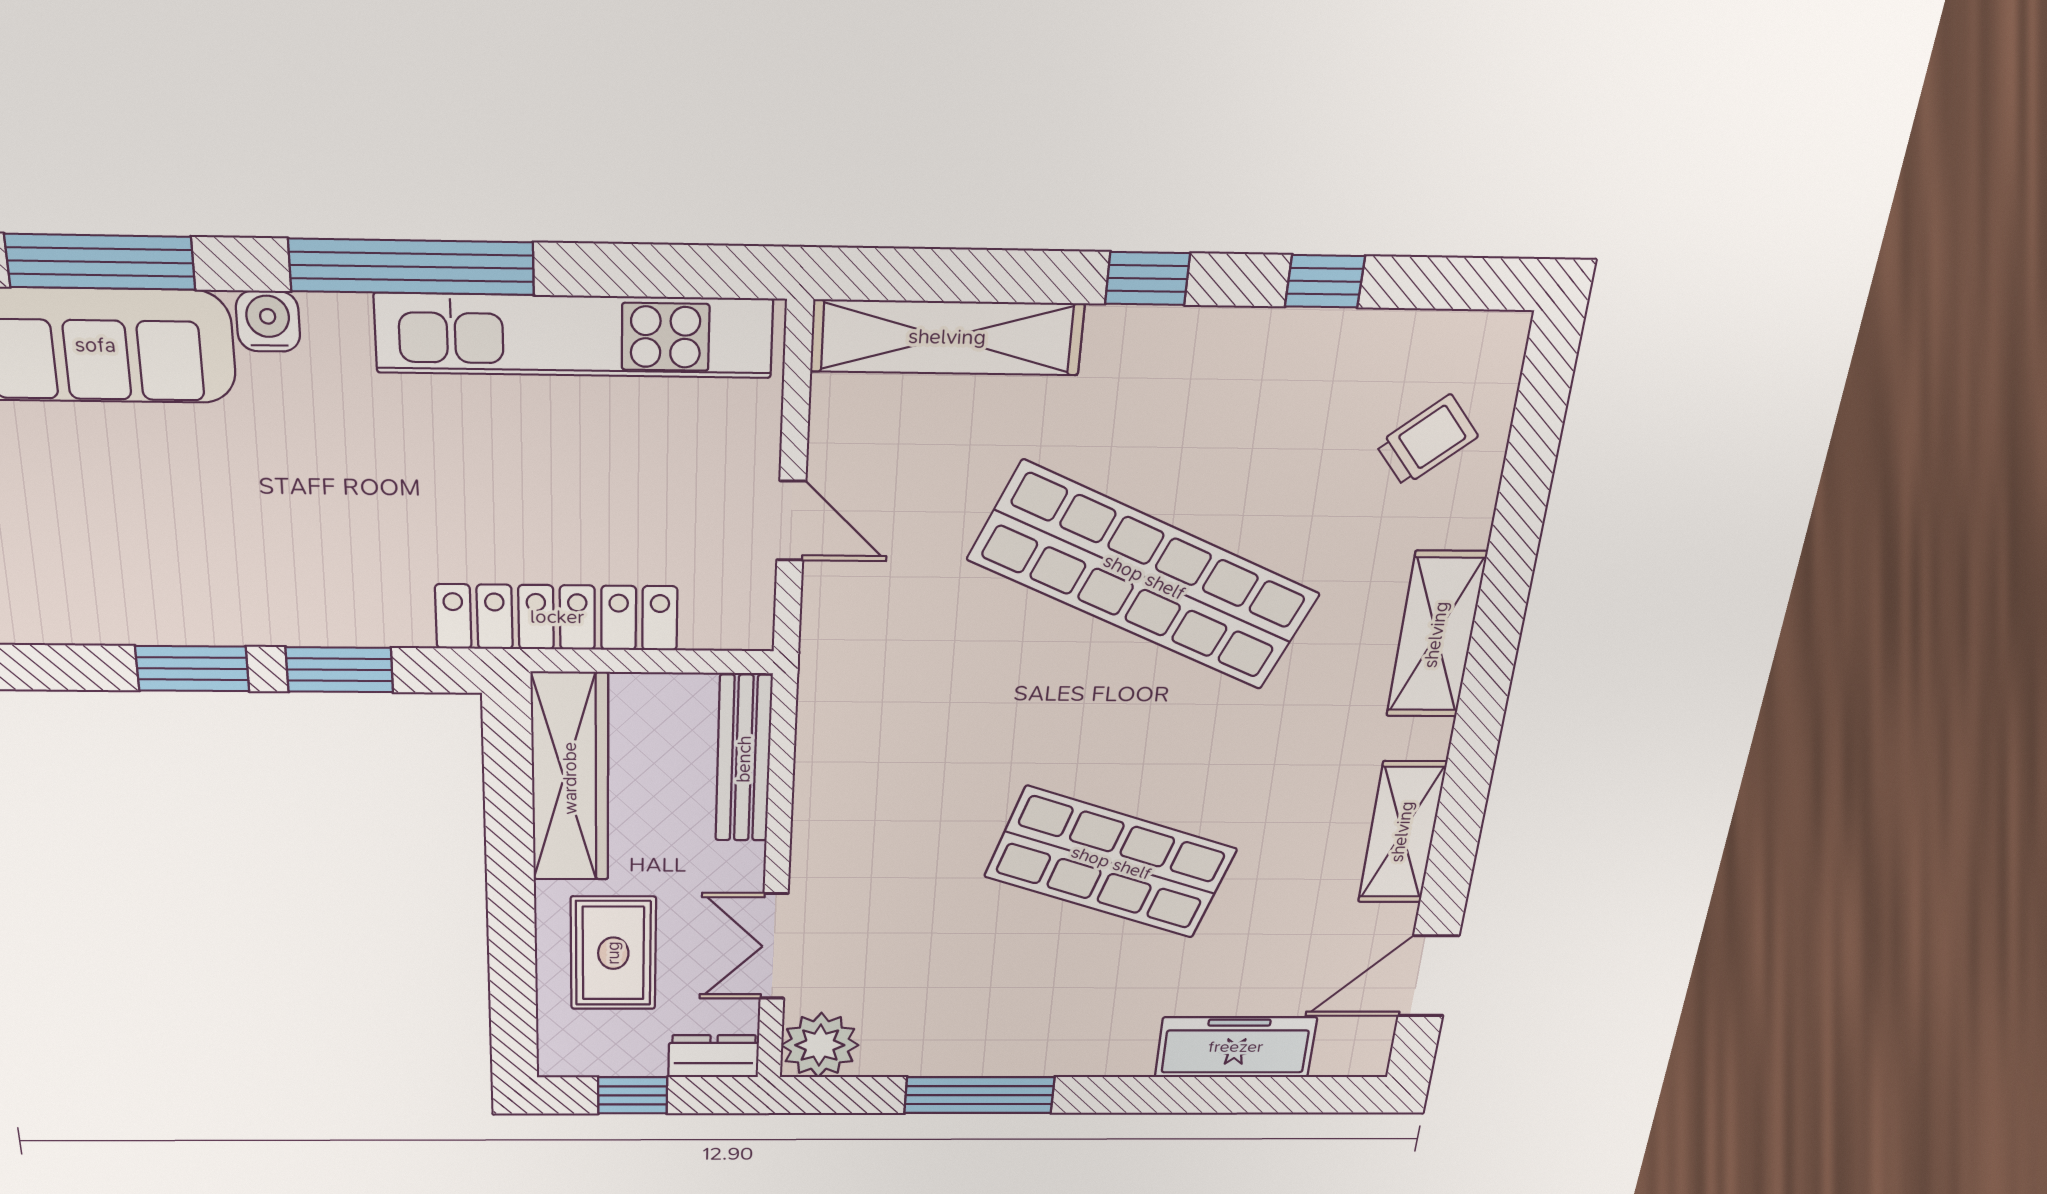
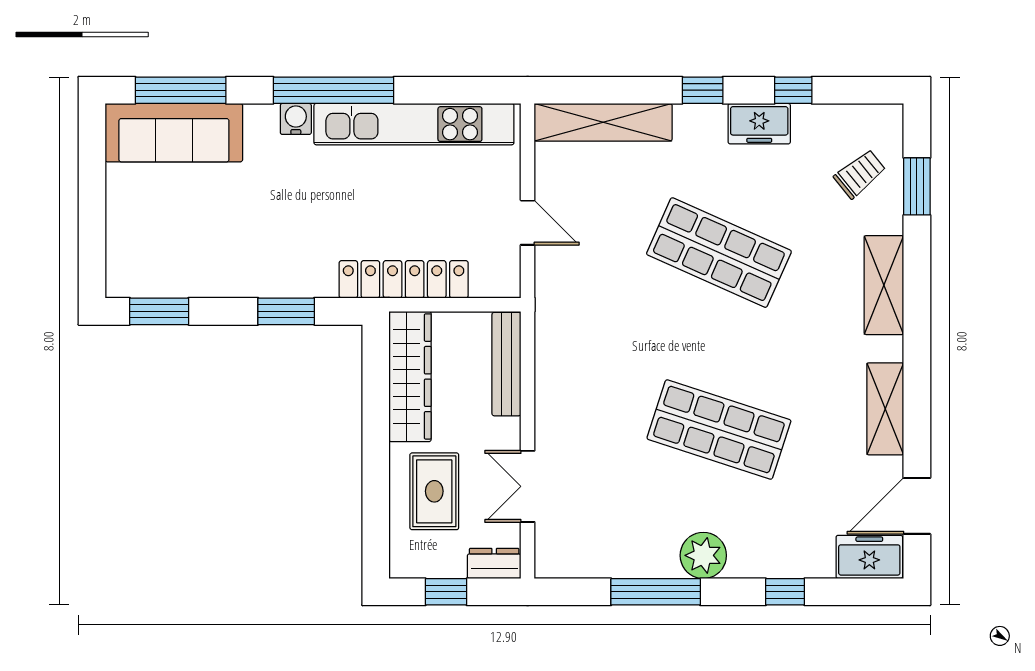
water cooler: (268, 321) -> (296, 119), moved
freezer: (1250, 345) -> (759, 124), added
window: (1529, 465) -> (917, 186), added
shop shelf: (1144, 577) -> (719, 253), width x0.71
window: (192, 669) -> (159, 311), moved
plant: (820, 1045) -> (703, 555), moved
freezer: (1236, 1047) -> (869, 557), moved, width x0.71
window: (1191, 1095) -> (785, 592), added

